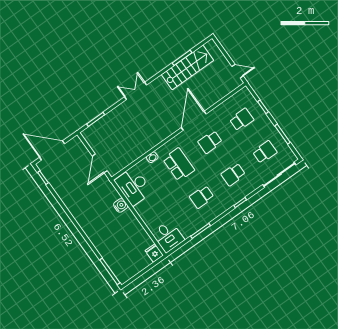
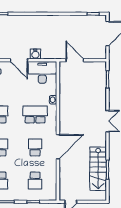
door: (194, 121) -> (58, 147), hinge flipped
school desk: (179, 165) -> (35, 114), turned 180
door: (138, 217) -> (19, 60), added

